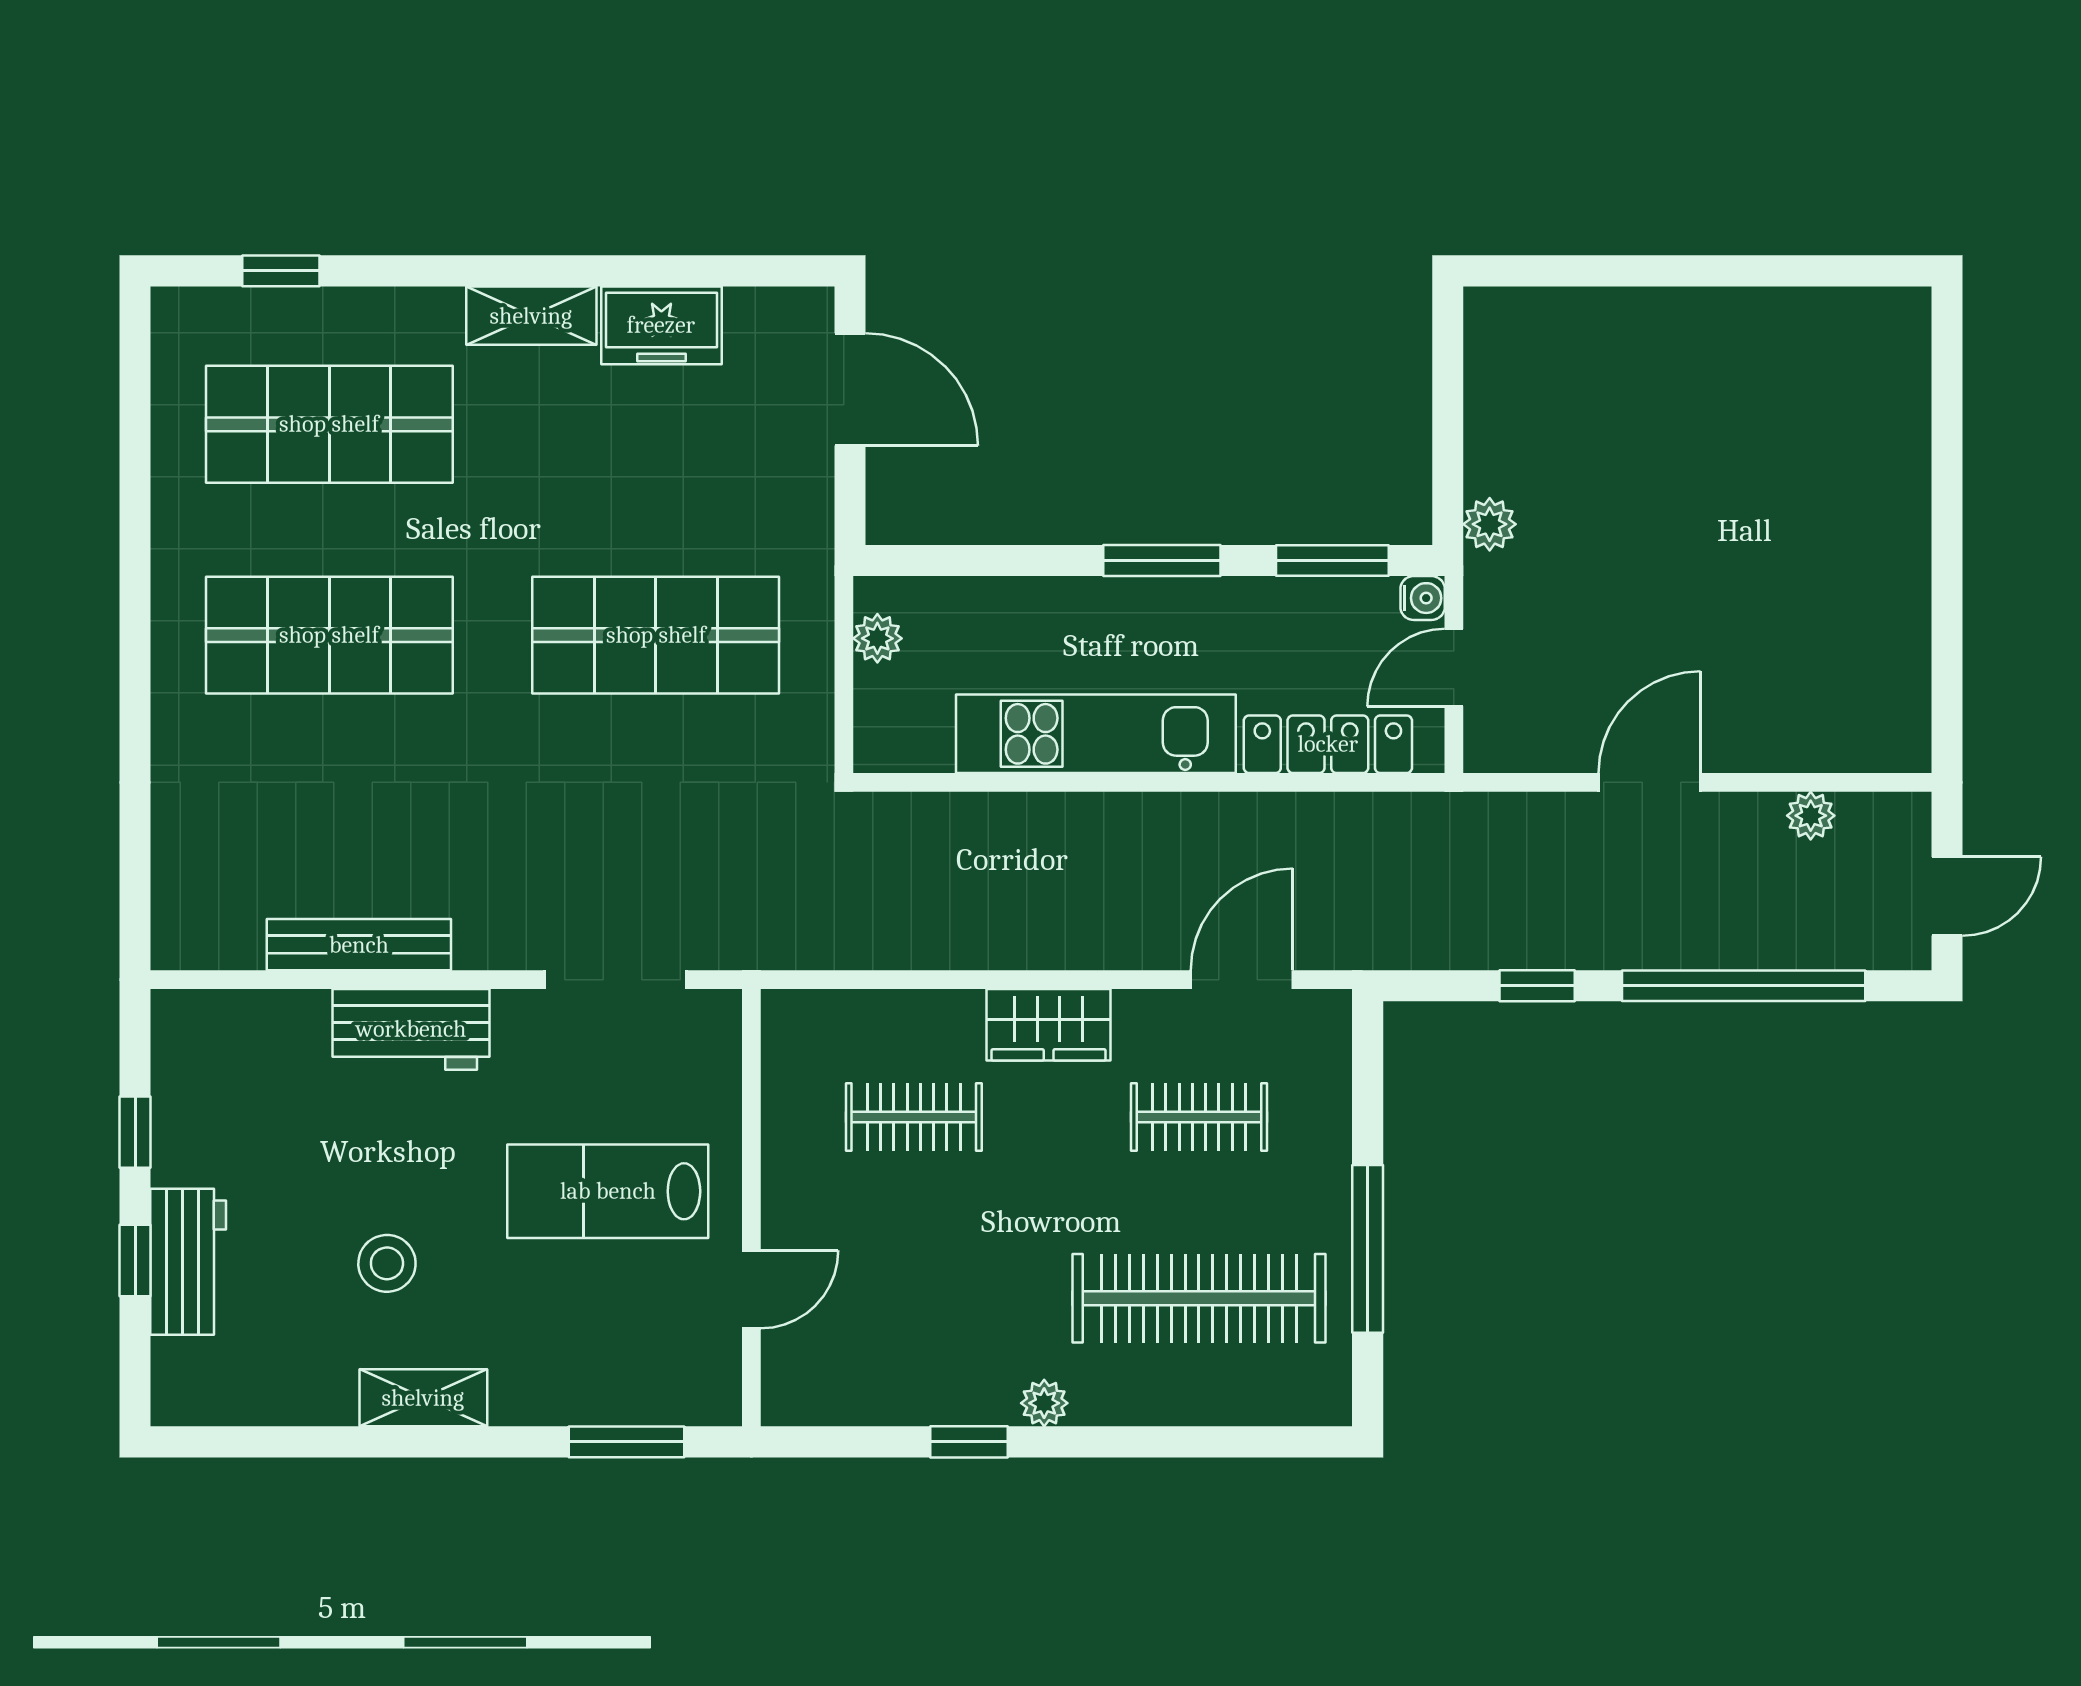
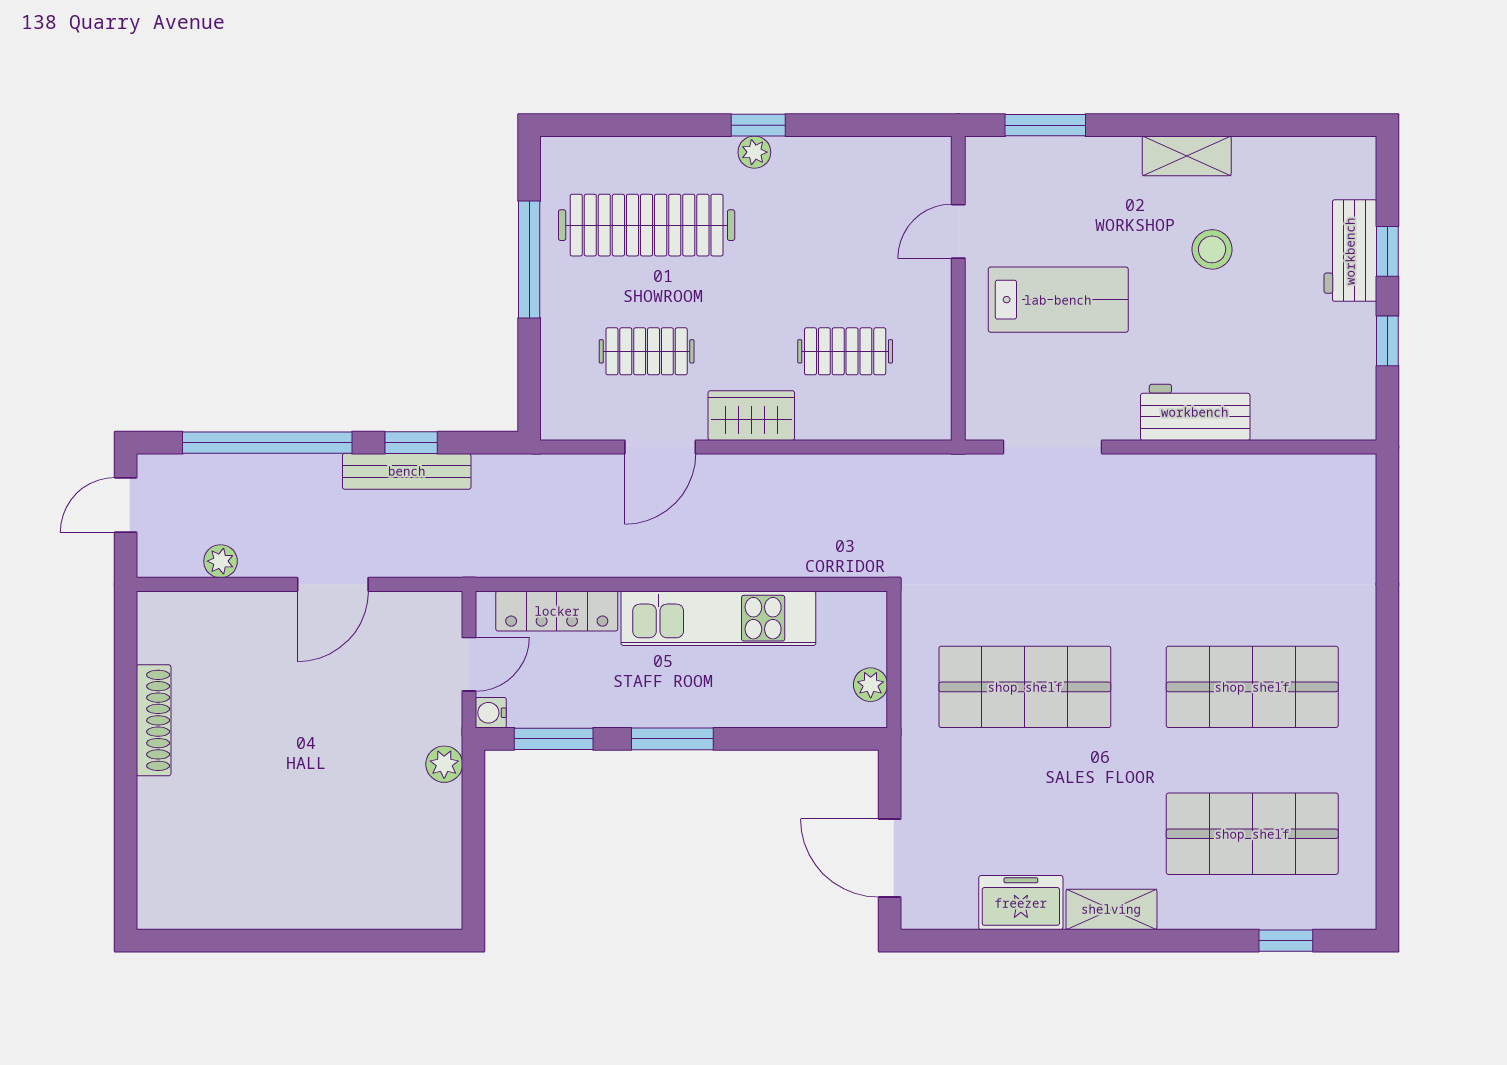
shoe rack: (1907, 587) -> (154, 720), added
bench: (359, 945) -> (407, 471), moved
door: (1242, 980) -> (660, 447), moved
window: (969, 1442) -> (758, 125), moved

